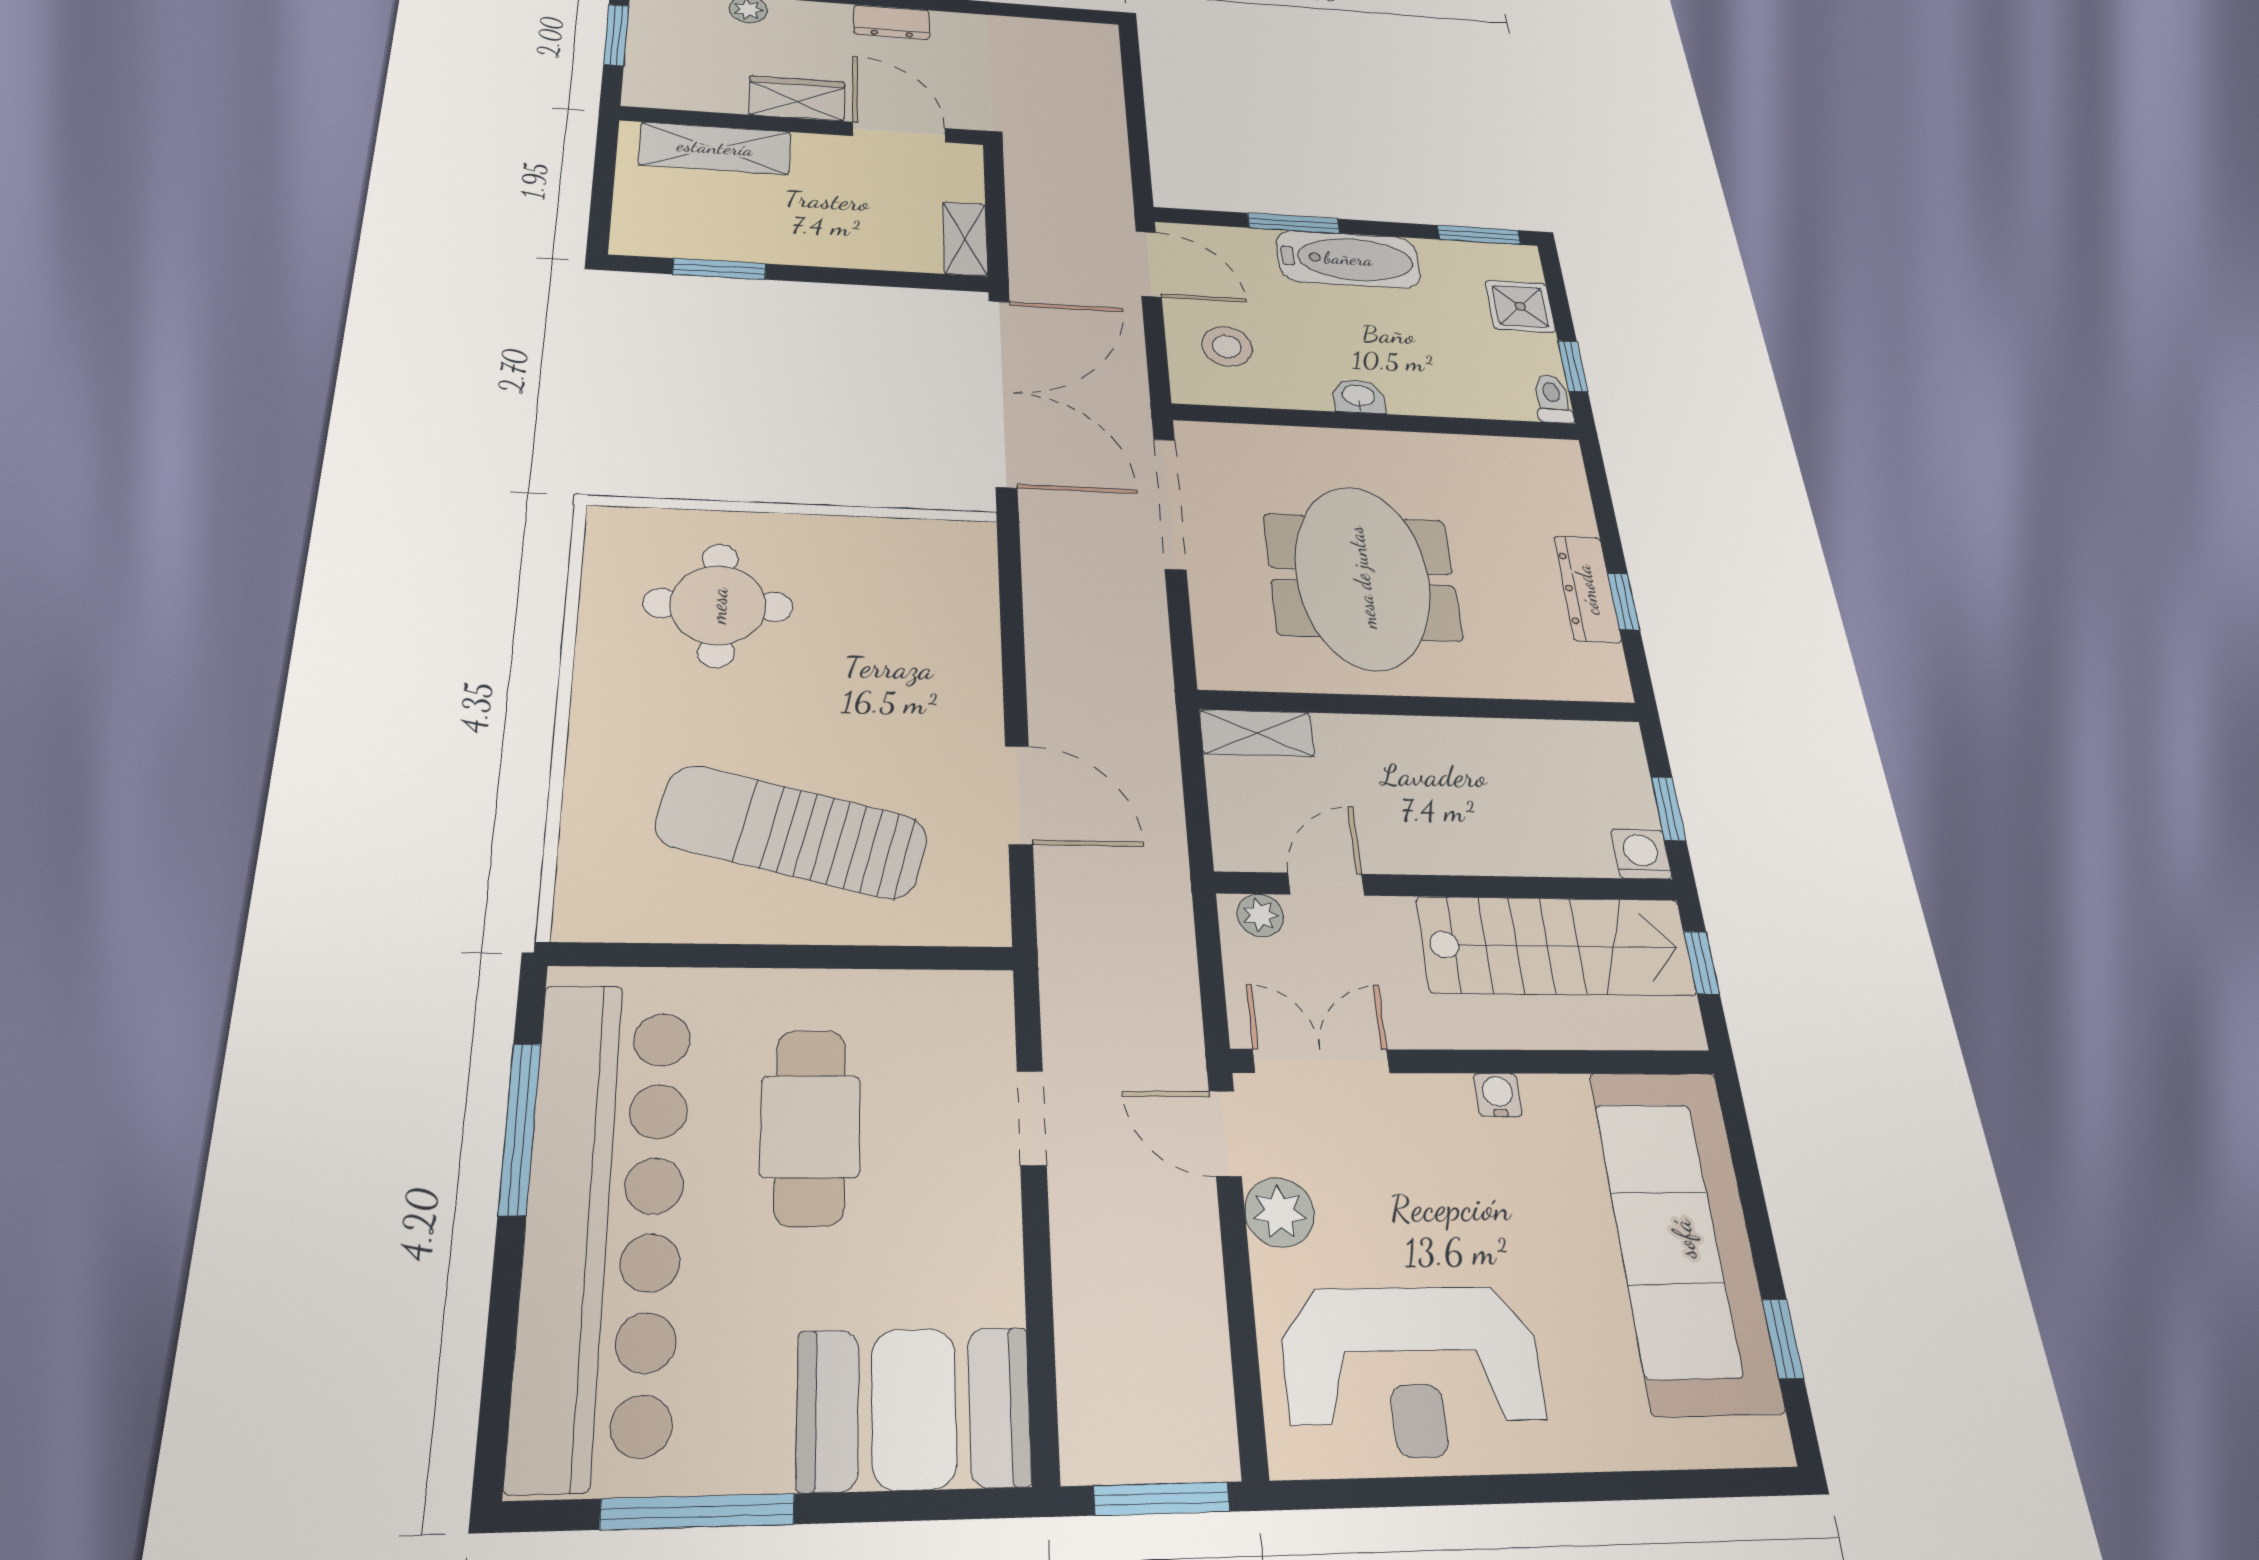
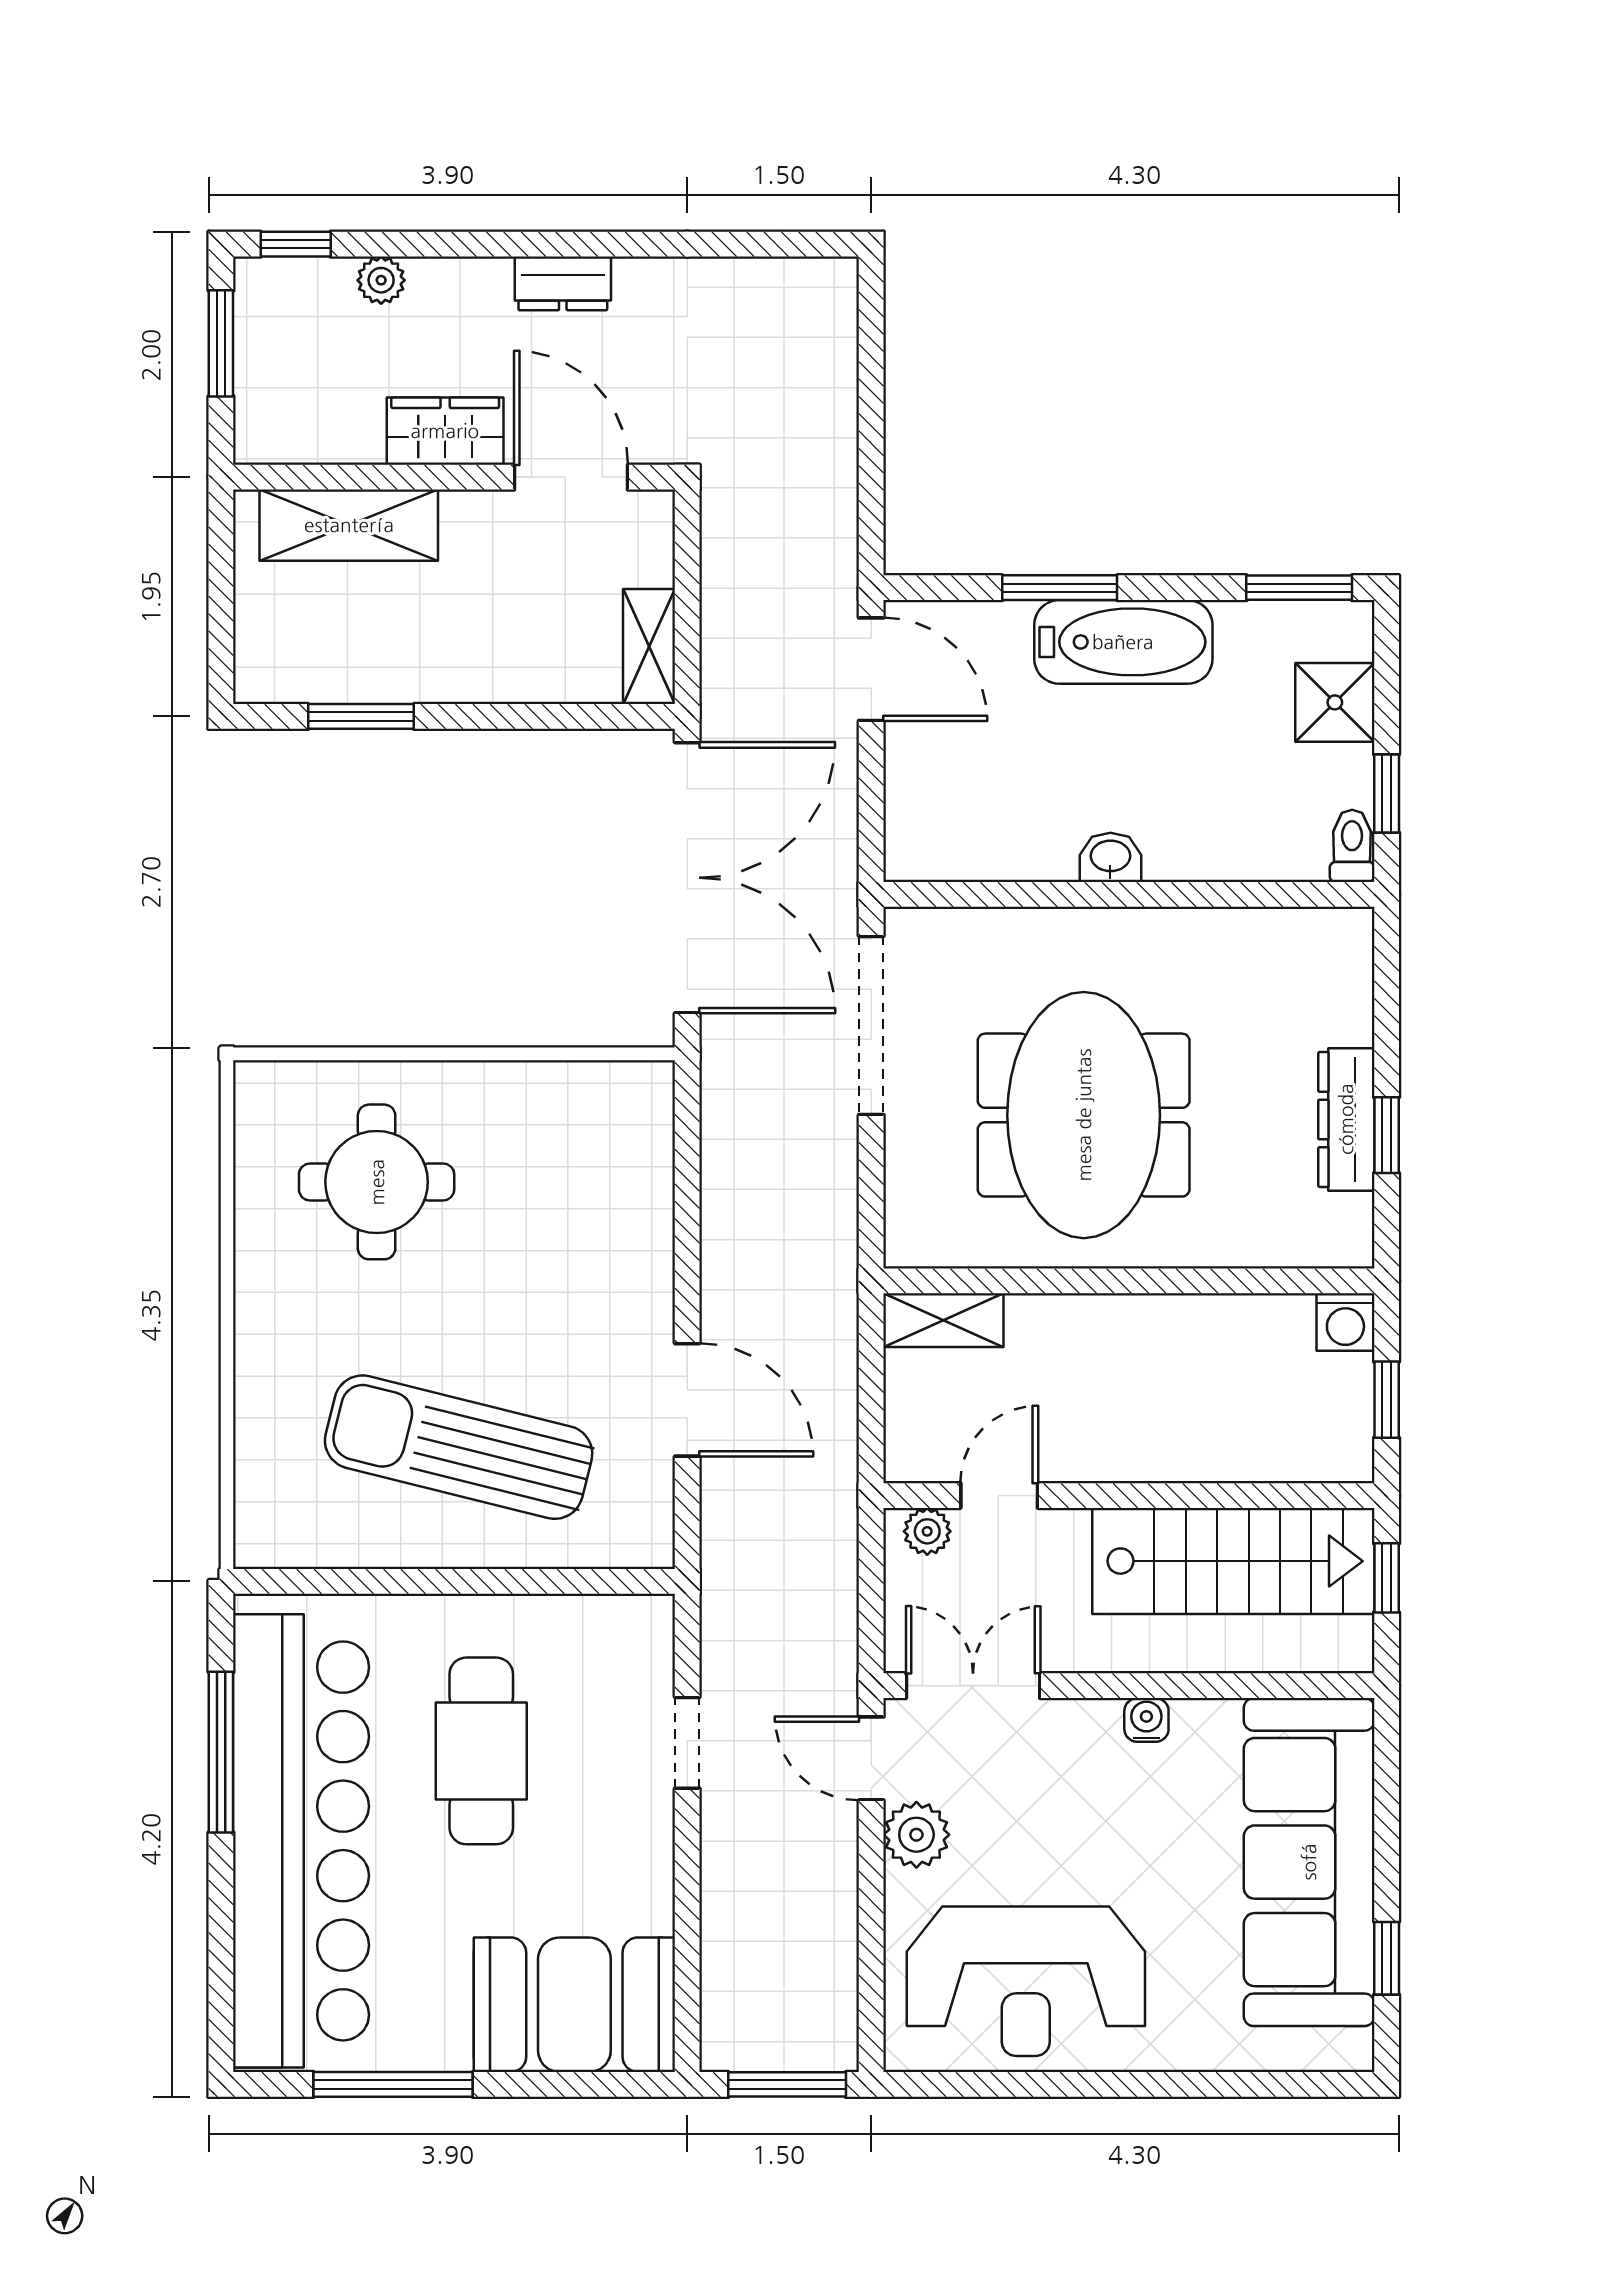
stool: (1227, 346) -> (957, 792), removed
washing machine: (1641, 854) -> (1345, 1322), moved, turned 180

